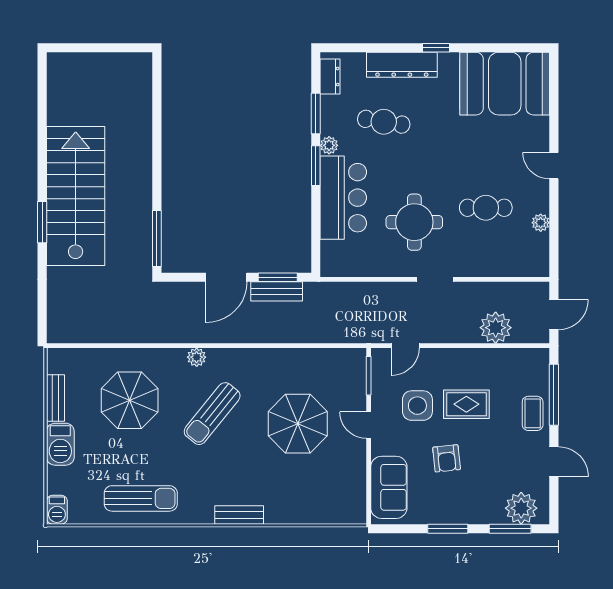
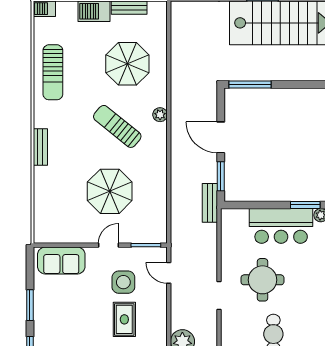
bench: (277, 291) -> (210, 203), moved
armchair: (447, 458) -> (83, 304), removed

